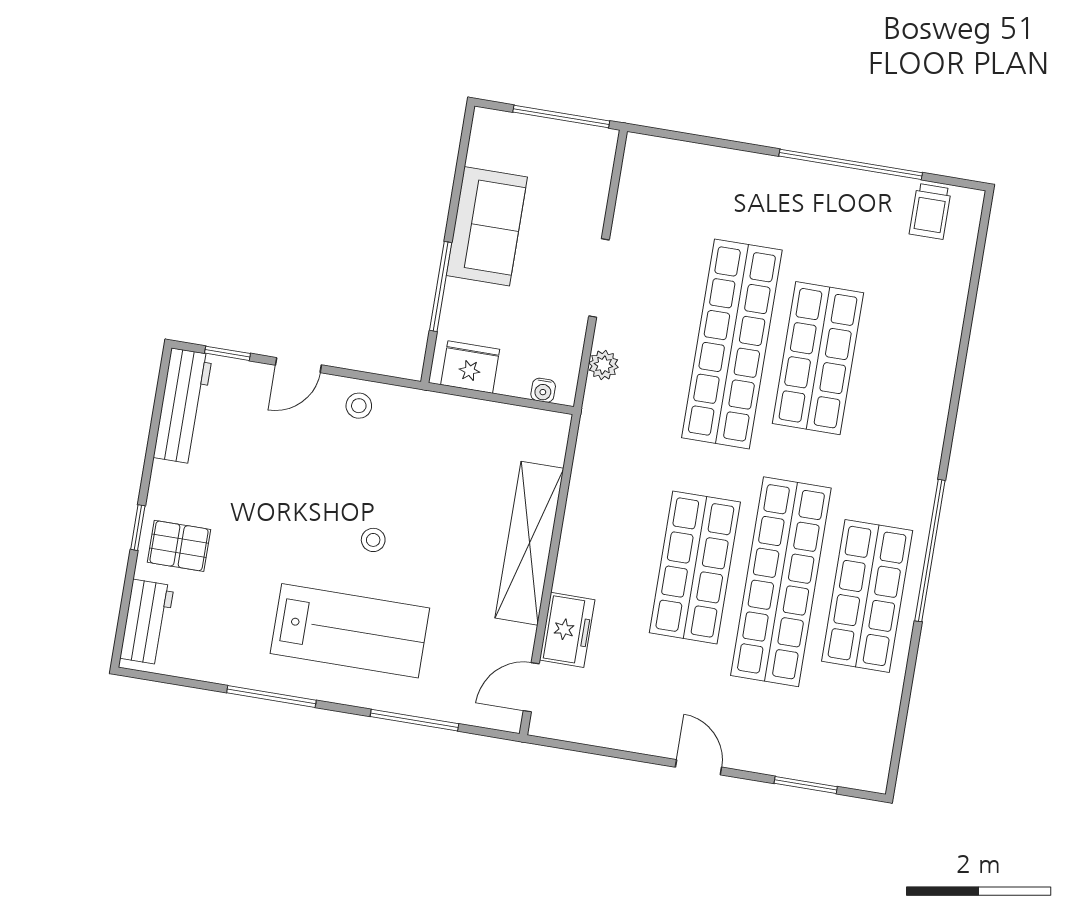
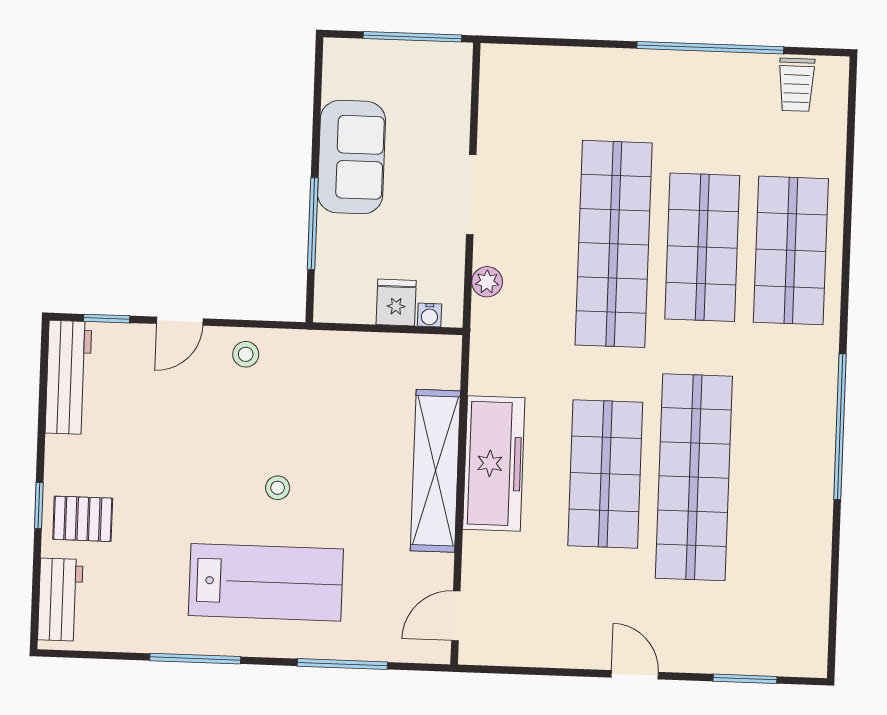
fridge: (470, 367) -> (396, 303), moved, width x0.72
shop shelf: (867, 596) -> (791, 250), moved
freezer: (567, 630) -> (494, 463), moved, width x1.91, depth x1.26

